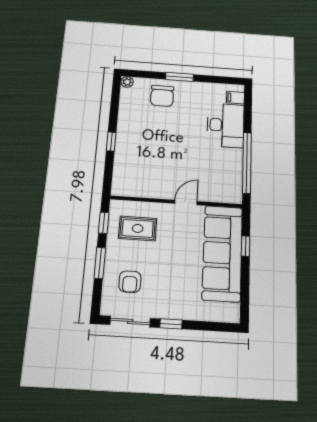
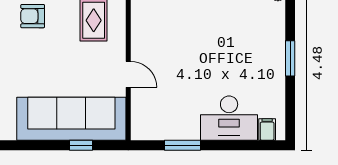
chair: (162, 96) -> (262, 38), removed
window: (247, 163) -> (182, 145), width x0.47

